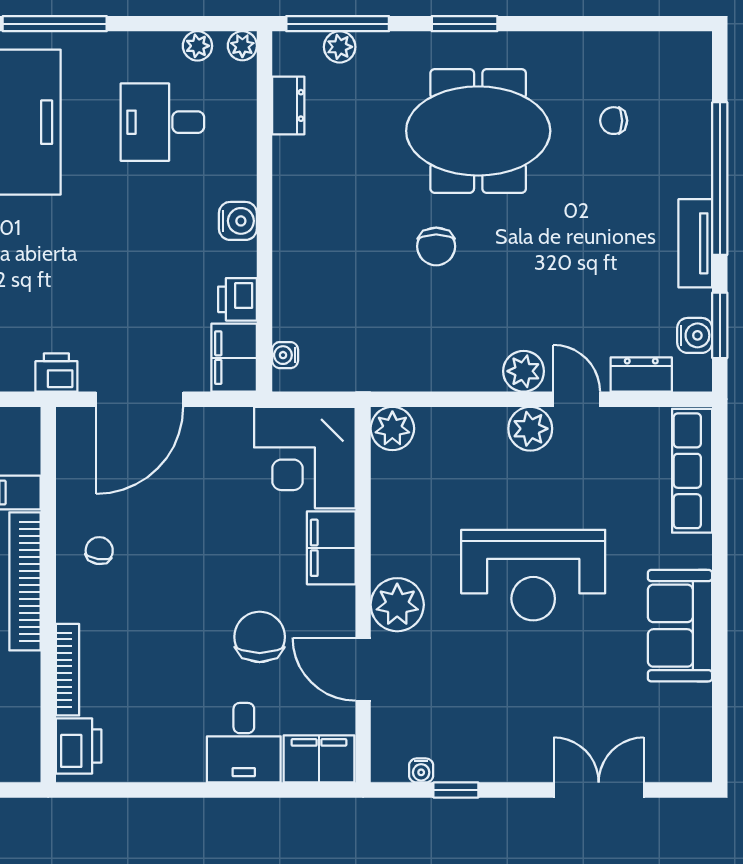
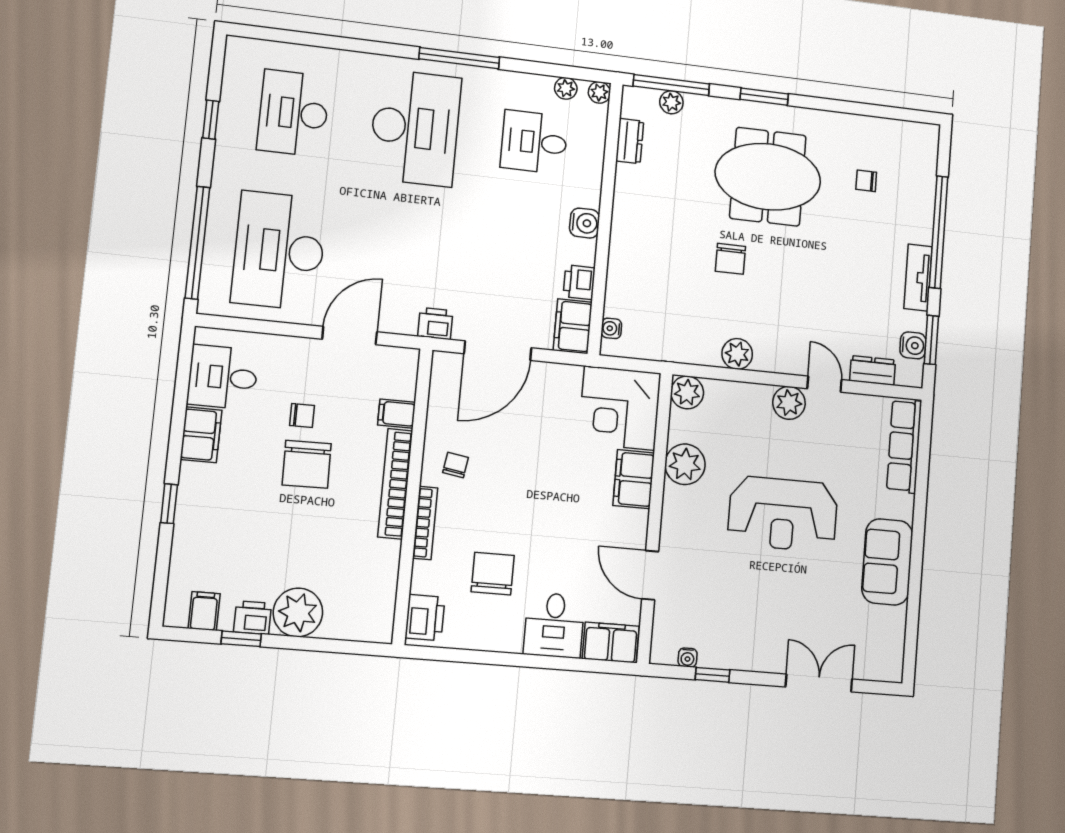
plant: (524, 371) -> (737, 354), moved
plant: (397, 605) -> (685, 464), moved
chair: (260, 637) -> (493, 574), moved
bookcase: (67, 670) -> (425, 523), moved

